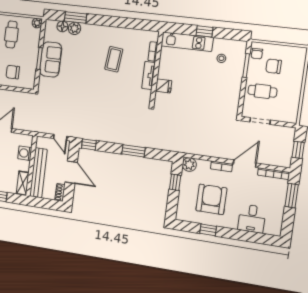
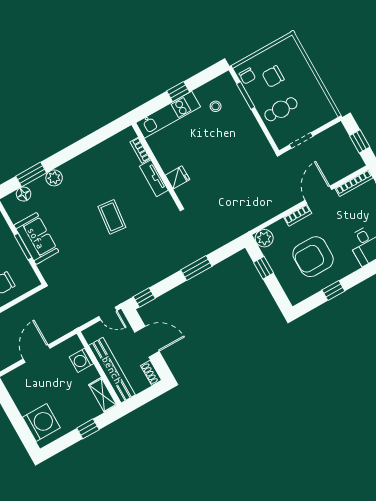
plant: (74, 28) -> (54, 178), moved
coffee table: (114, 59) -> (112, 217), moved
armchair: (211, 199) -> (313, 257), turned -90

